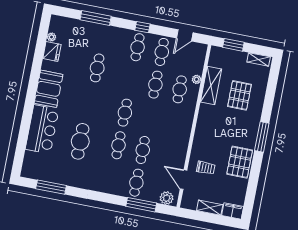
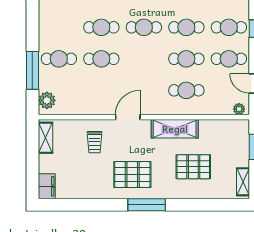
plant: (197, 79) -> (239, 109), moved
cafe table: (131, 80) -> (186, 27), added
shelving: (211, 86) -> (175, 129), moved
pallet: (240, 162) -> (132, 175), moved
door: (183, 180) -> (128, 117), moved
shelving: (210, 208) -> (45, 138), moved

